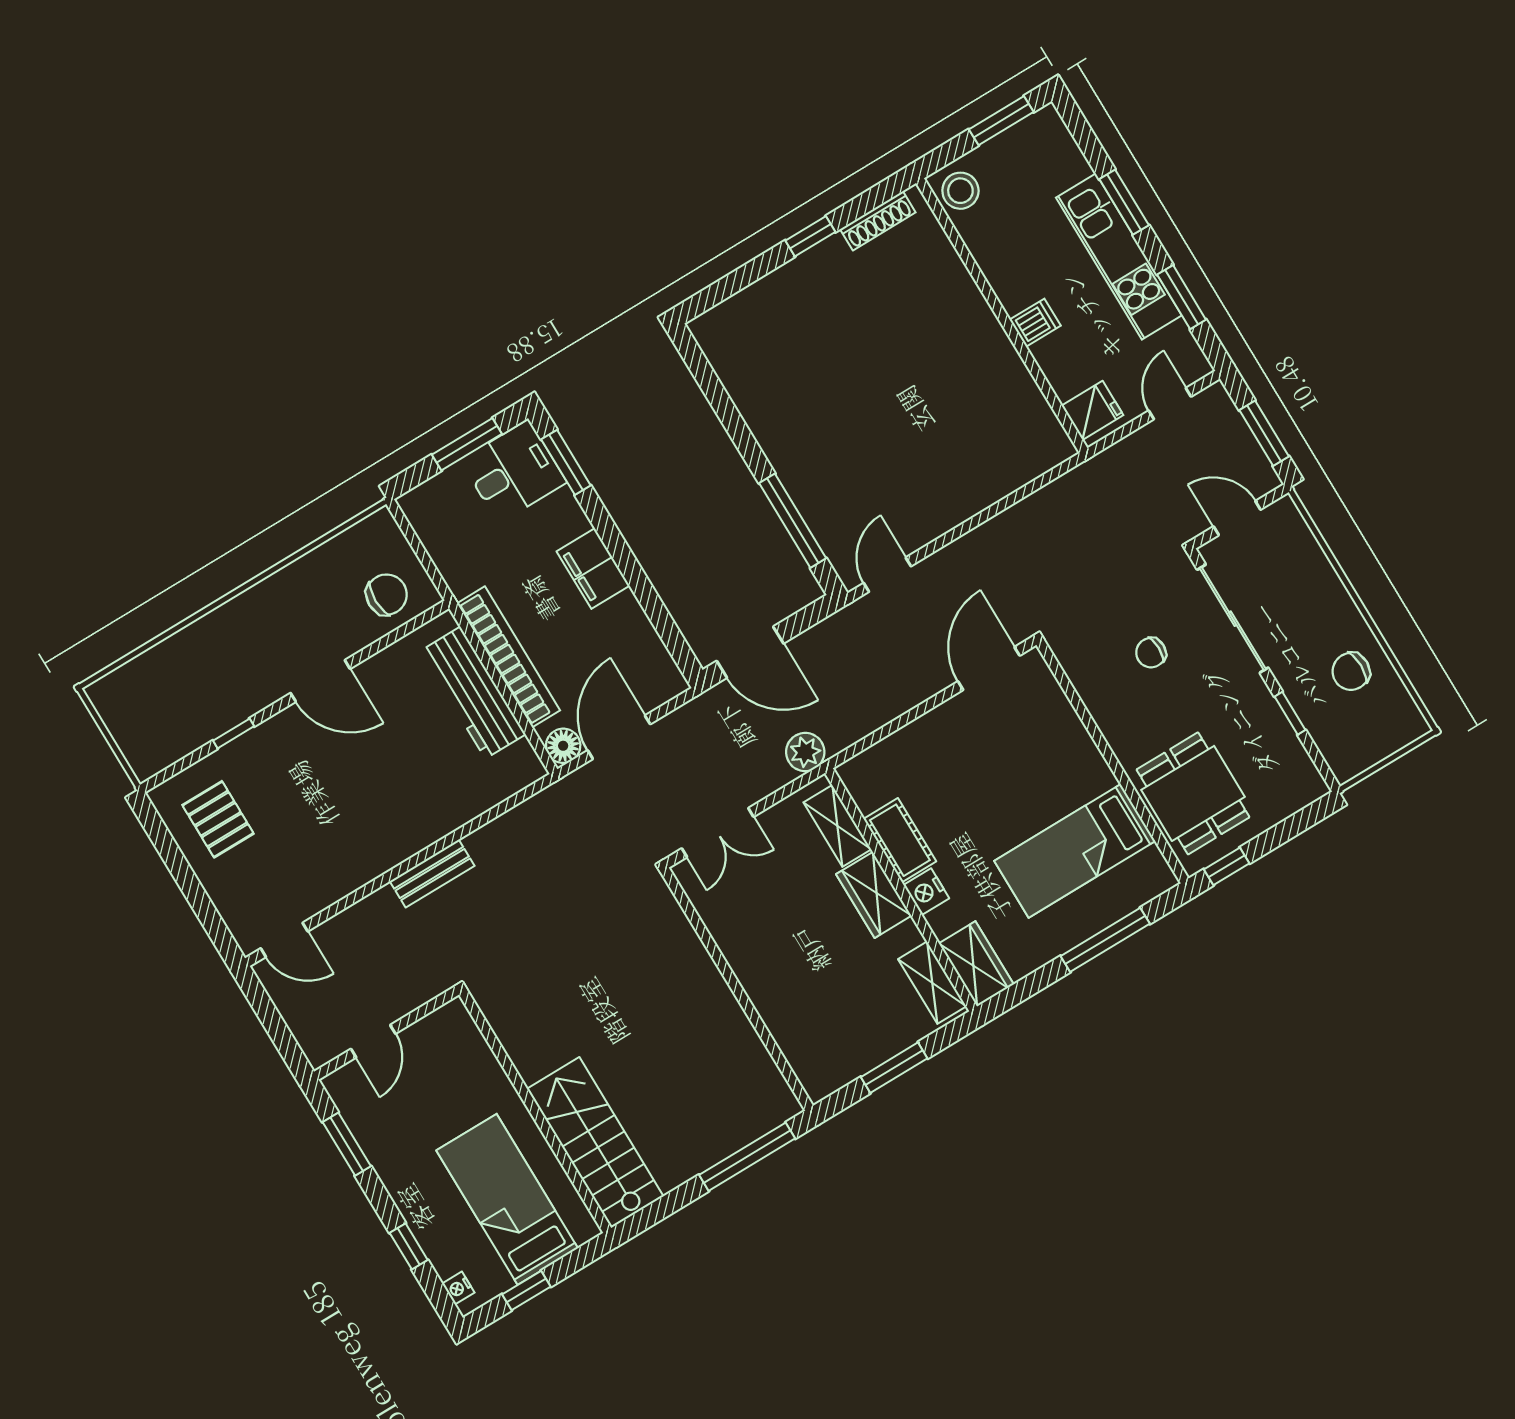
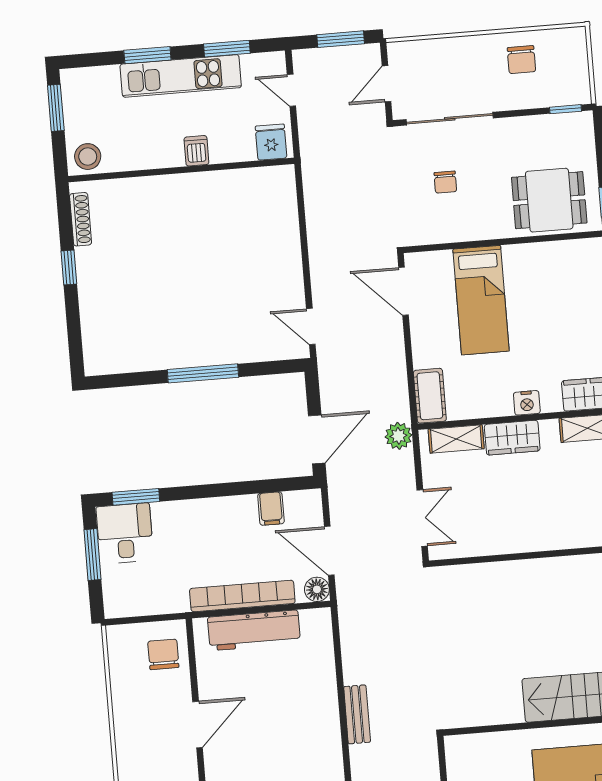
window: (793, 521) -> (203, 373), moved
filing cabinet: (593, 568) -> (271, 509), moved, width x0.50
window: (1290, 713) -> (566, 109), moved
cot: (900, 840) -> (430, 396), moved, turned 90
bed: (1075, 851) -> (481, 300), moved

